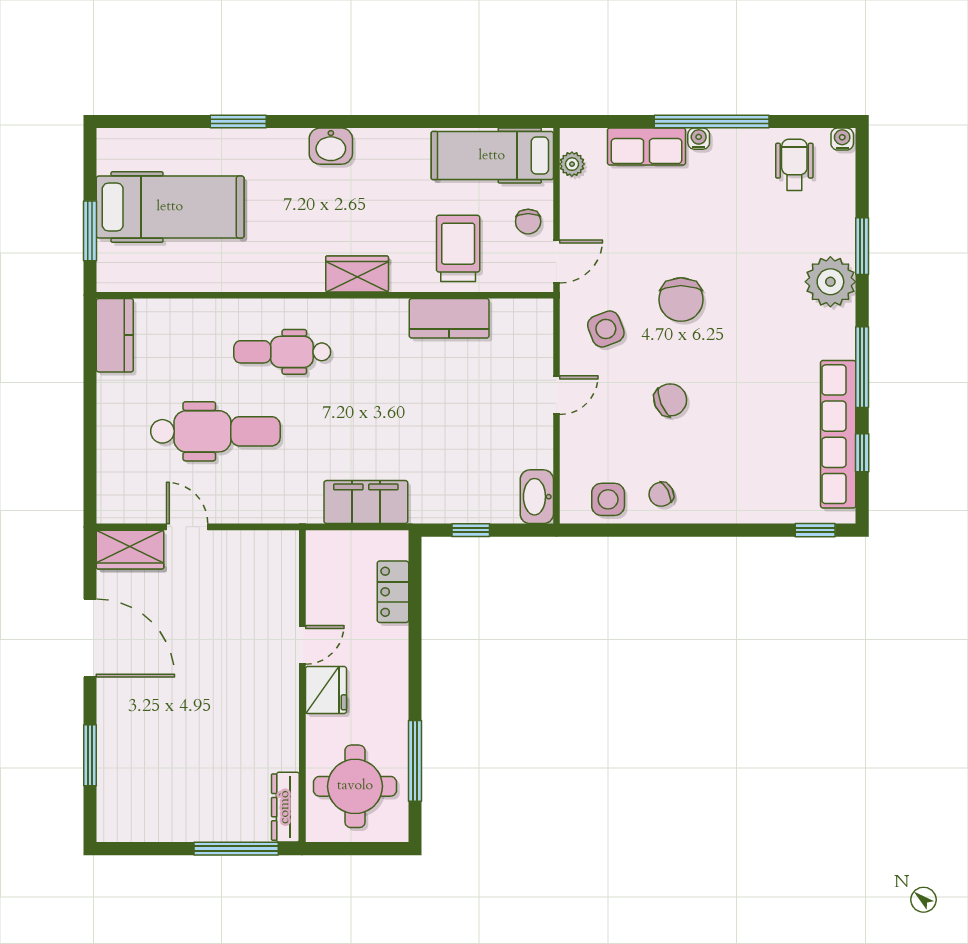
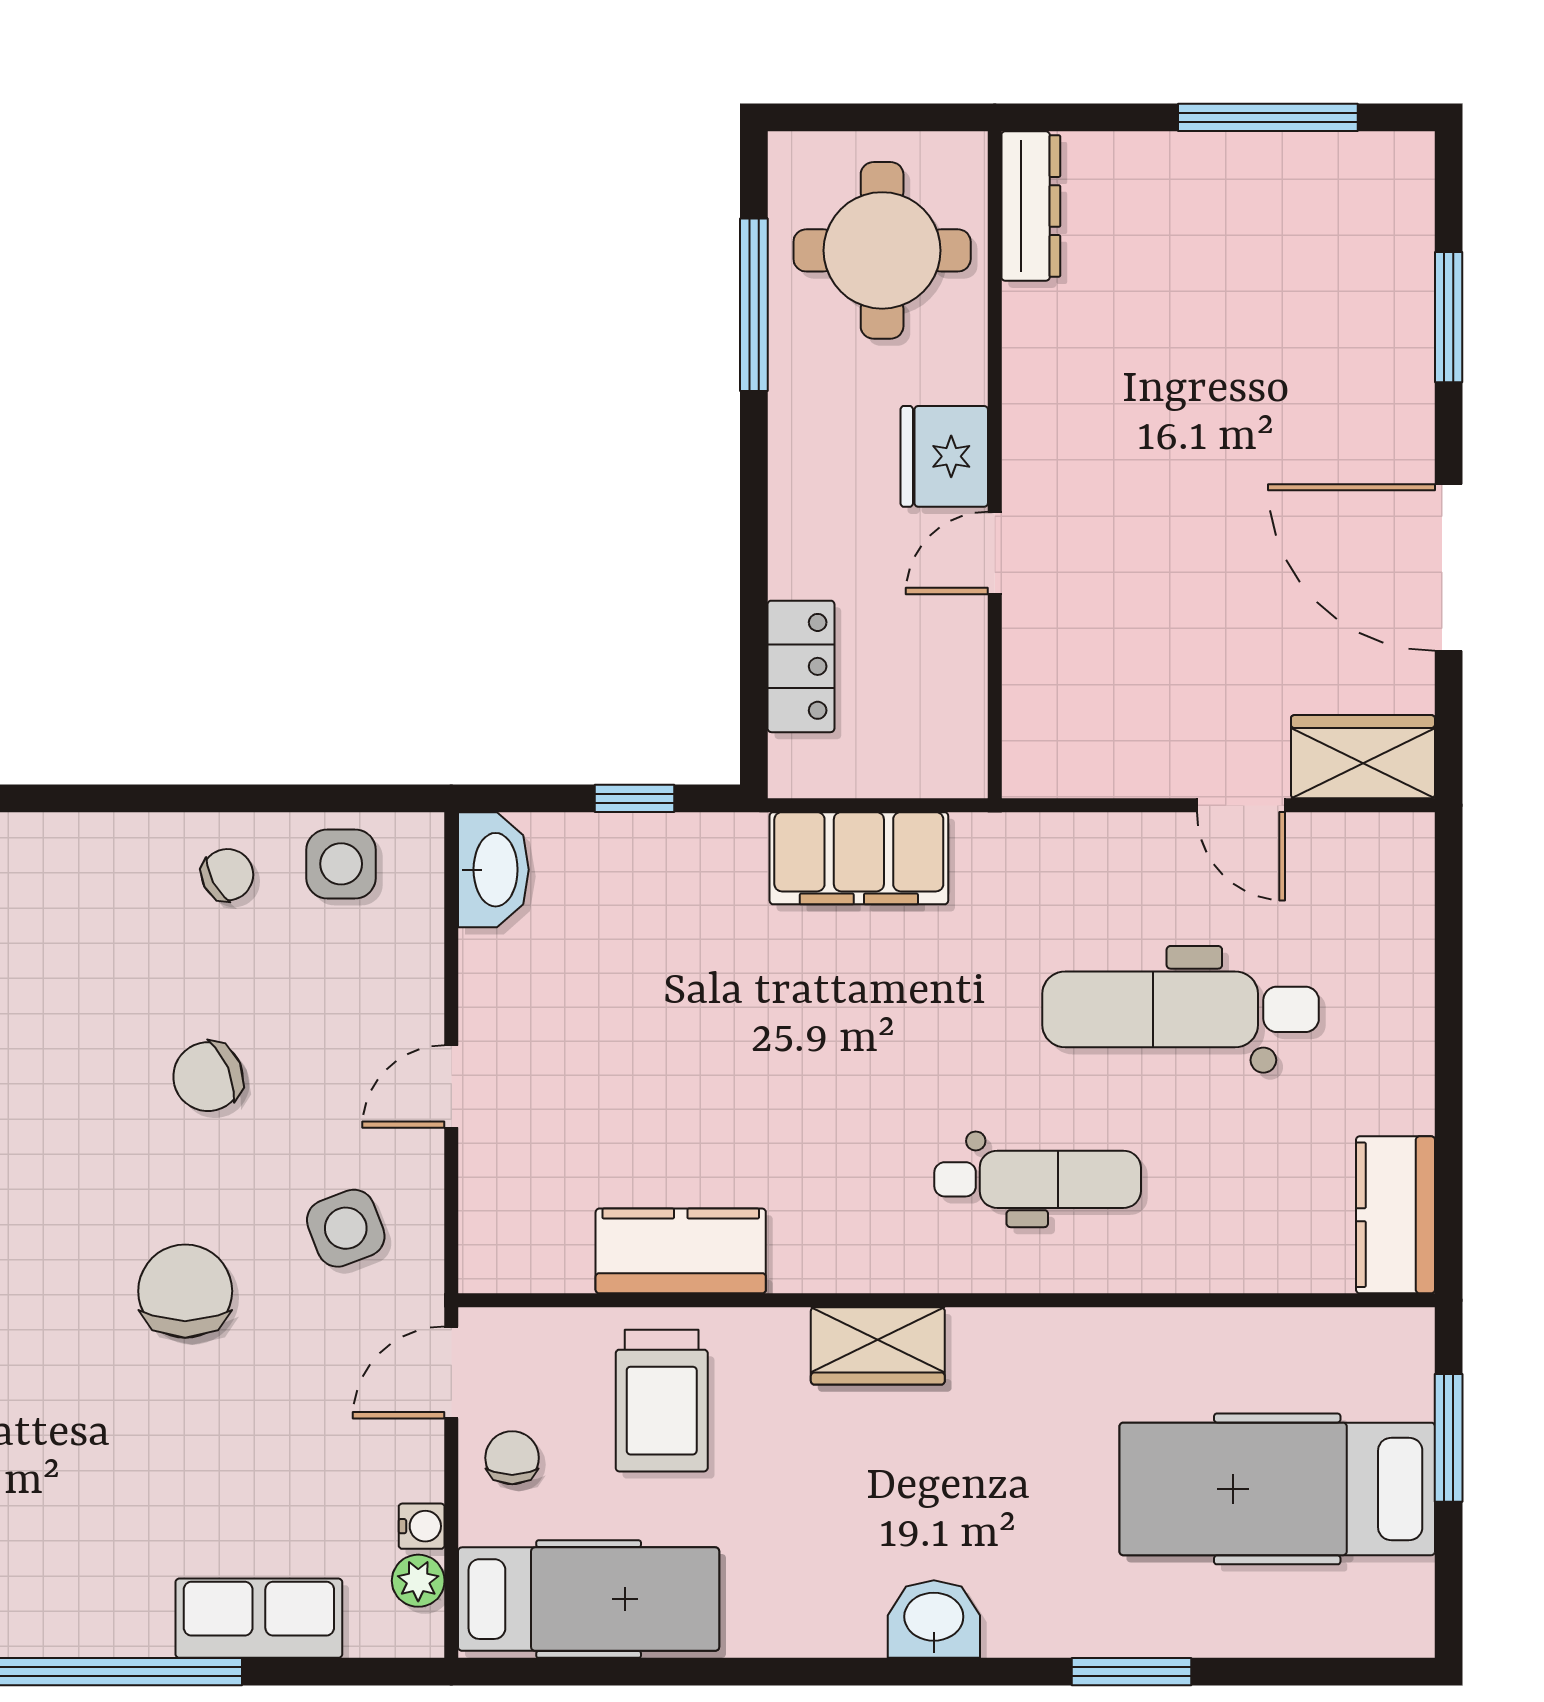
water cooler: (699, 139) -> (422, 1526), moved, turned -90
window: (236, 849) -> (1268, 117), moved

